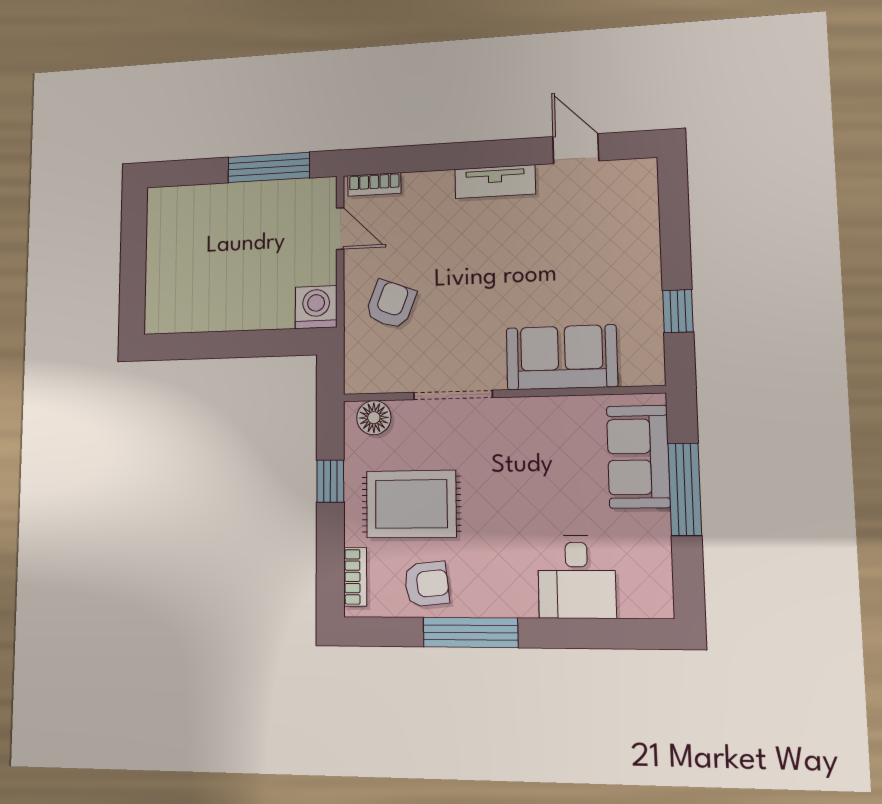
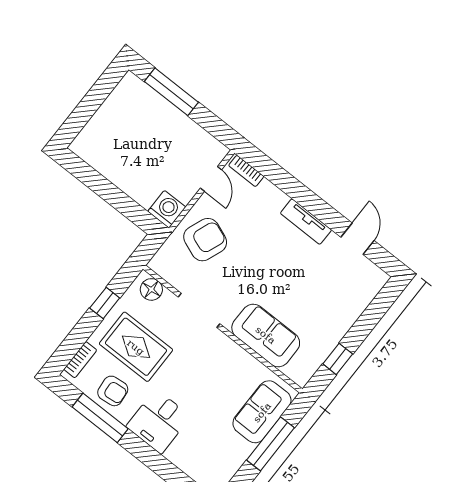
window: (269, 168) -> (171, 92), moved
armchair: (391, 304) -> (205, 240), width x1.38, depth x1.38
desk: (577, 577) -> (158, 421), moved
window: (470, 632) -> (100, 418), moved

